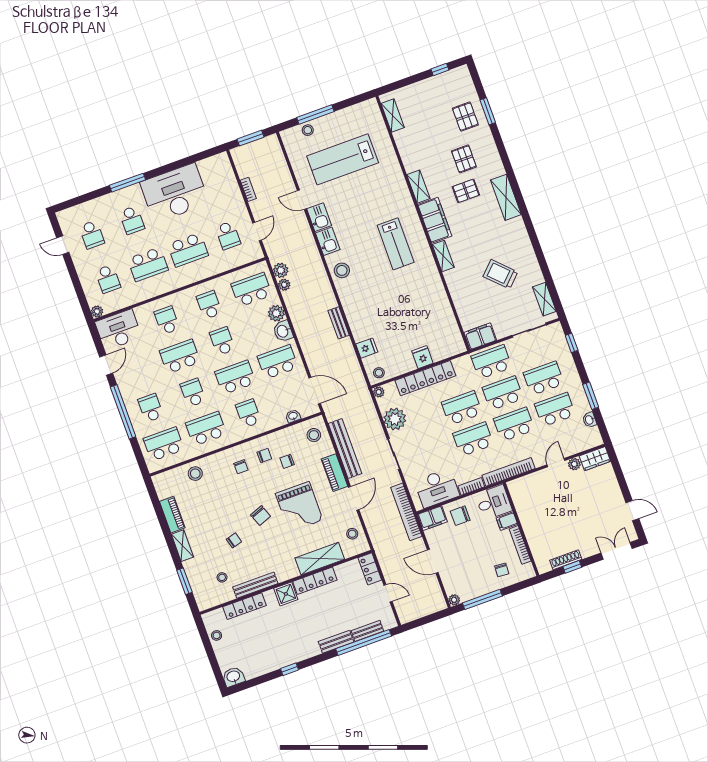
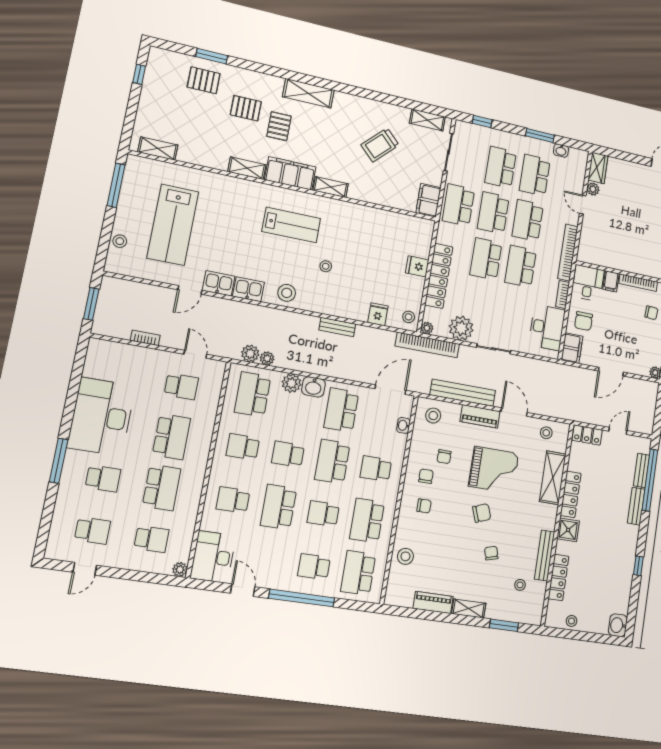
window: (315, 115) -> (116, 185), moved
stool: (380, 288) -> (326, 266), added
bookcase: (406, 512) -> (427, 345), moved

